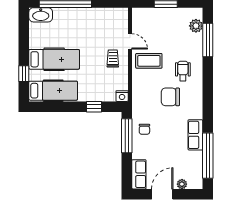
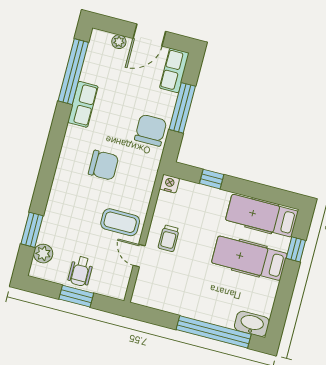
window: (208, 40) -> (32, 230), width x0.69
wheelchair: (183, 71) -> (81, 271), moved
chair: (144, 129) -> (151, 130), width x1.87, depth x1.87
window: (127, 136) -> (182, 108), moved

